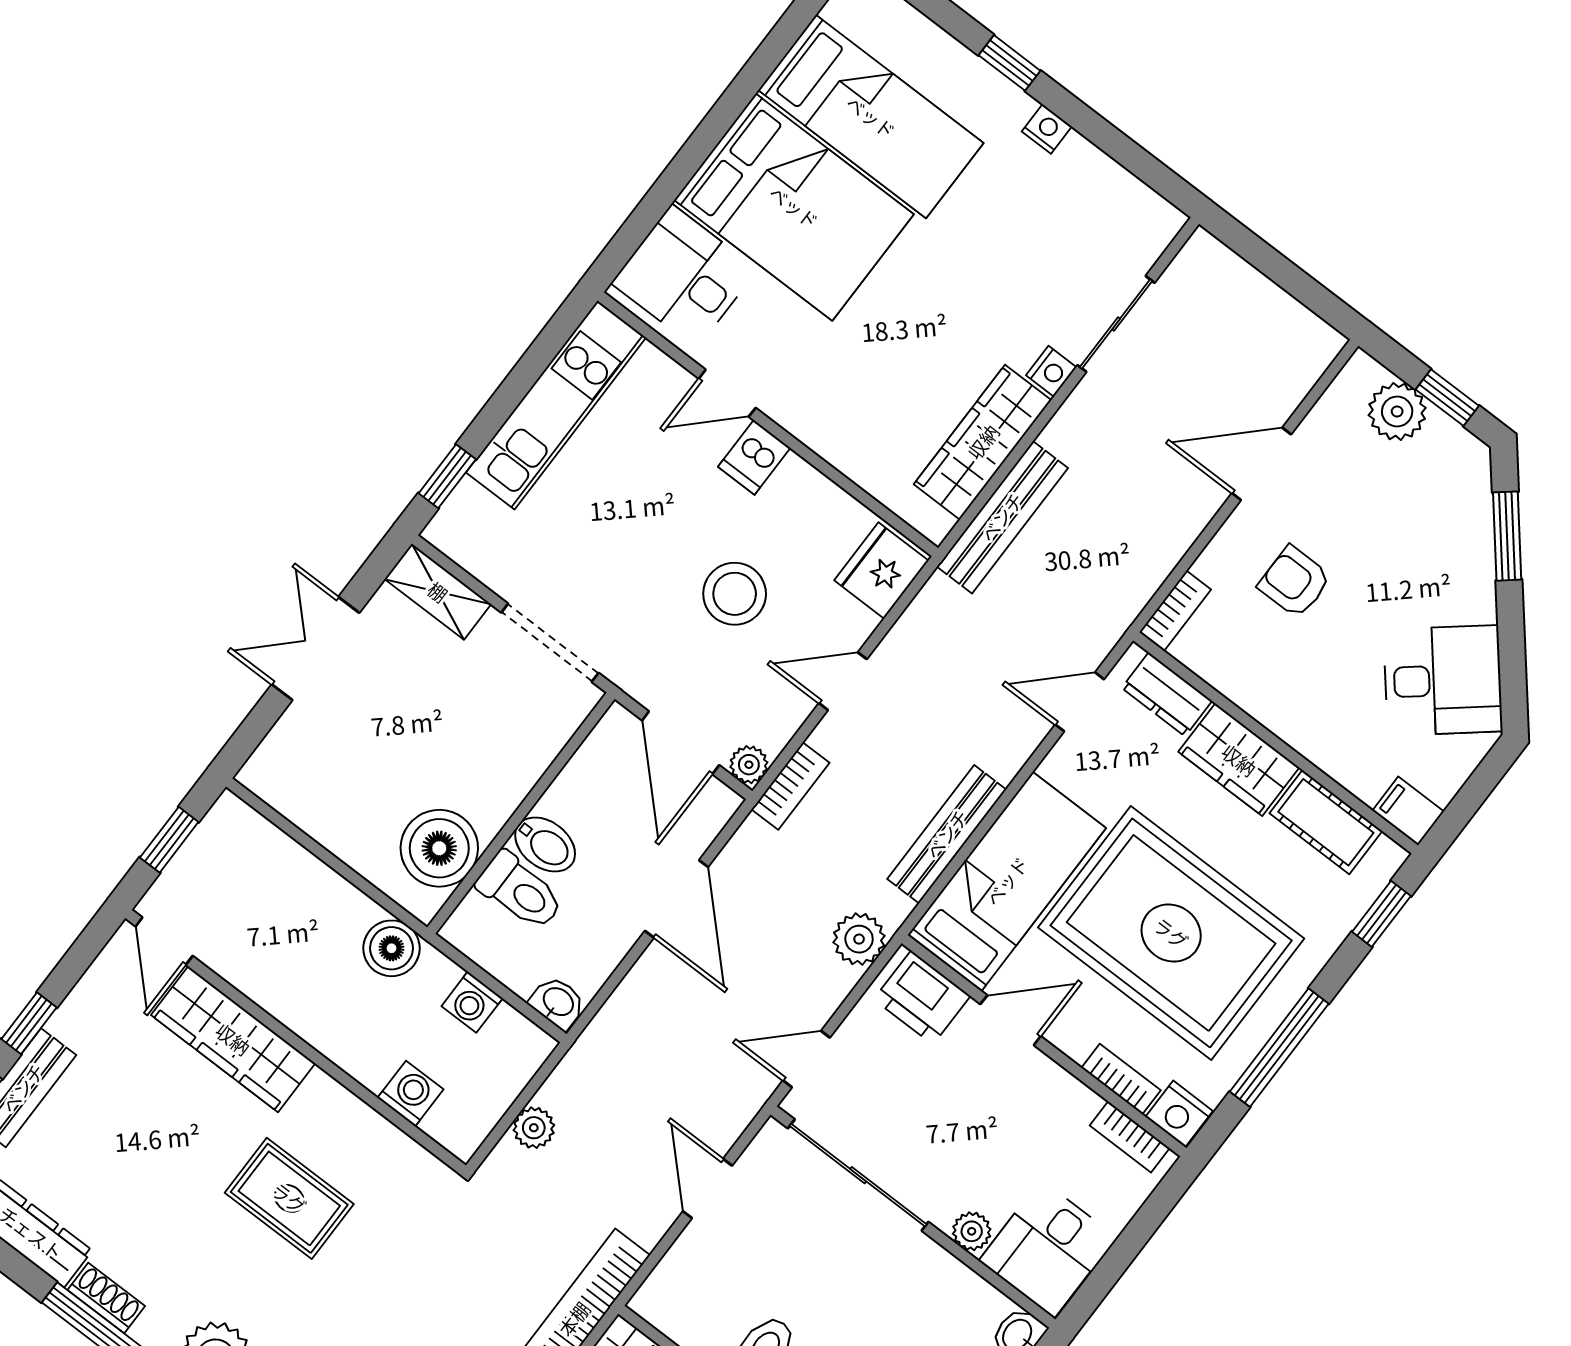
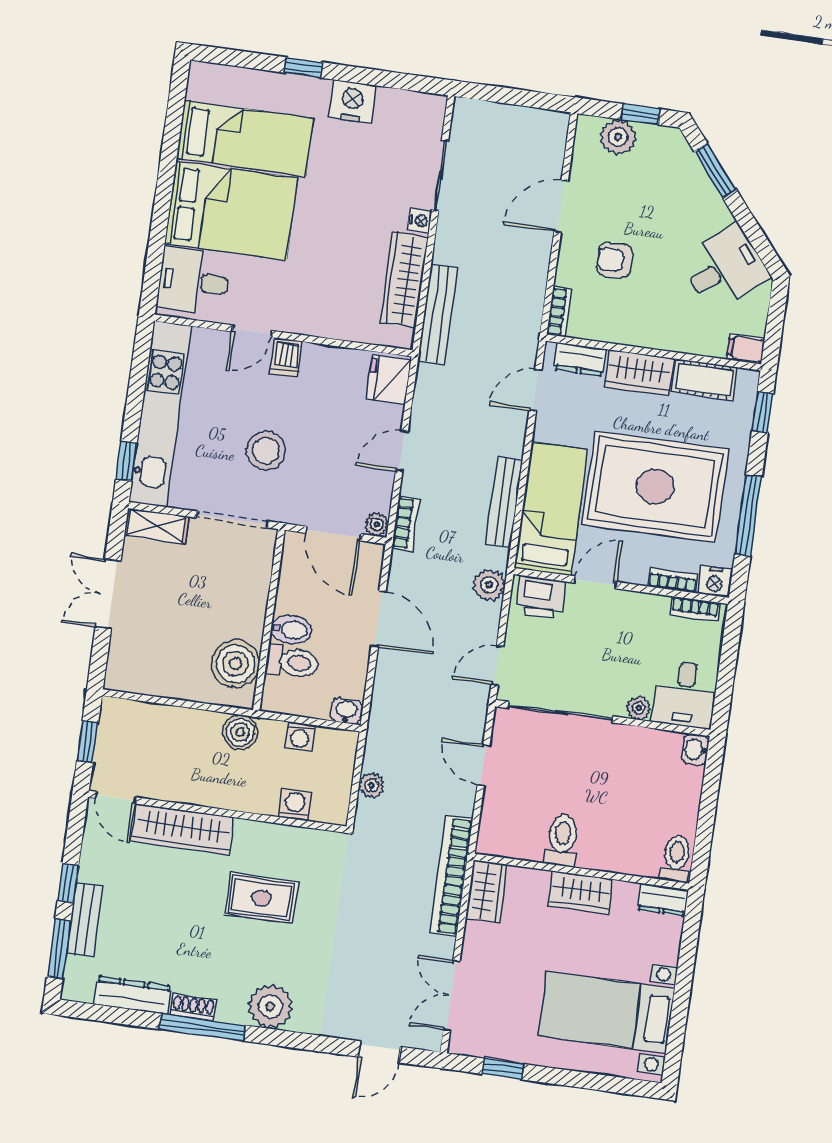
nightstand: (1047, 129) -> (352, 102), width x1.89, depth x1.79
kitchen unit: (556, 405) -> (160, 414), width x1.36
stool: (735, 594) -> (266, 451), moved

